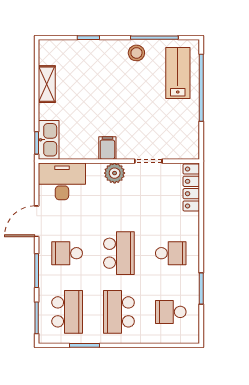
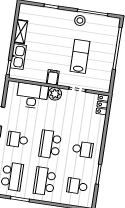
lab bench: (178, 73) -> (80, 56), moved
kitchen sink: (49, 140) -> (18, 57), moved
desk: (62, 181) -> (32, 96), moved
locker: (191, 188) -> (102, 105), width x0.66
school desk: (119, 253) -> (50, 144), turned 180

